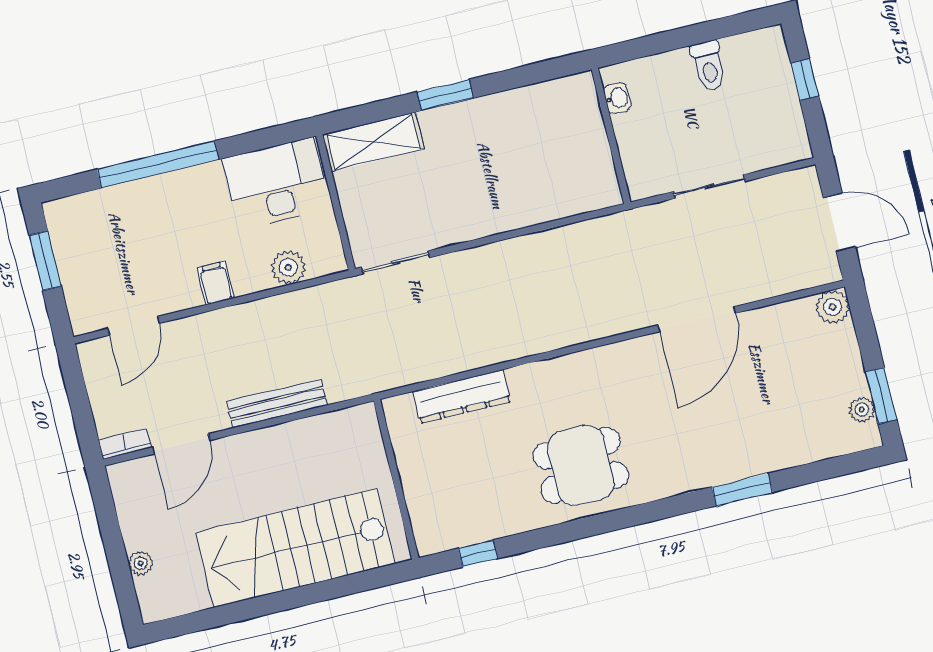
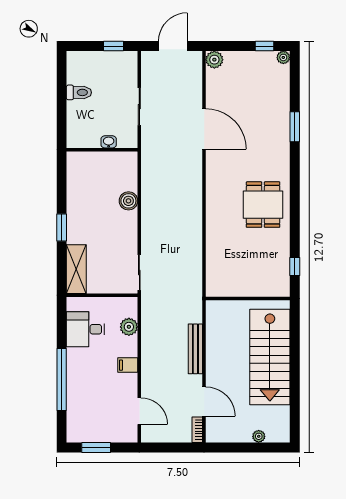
window: (805, 80) -> (113, 46), moved
washbasin: (617, 98) -> (109, 142), moved
desk: (276, 184) -> (85, 329), width x0.73
boiler: (526, 209) -> (128, 201), added
dresser: (462, 396) -> (214, 256), removed
window: (881, 396) -> (265, 46), width x0.67
plant: (862, 410) -> (283, 57), moved

